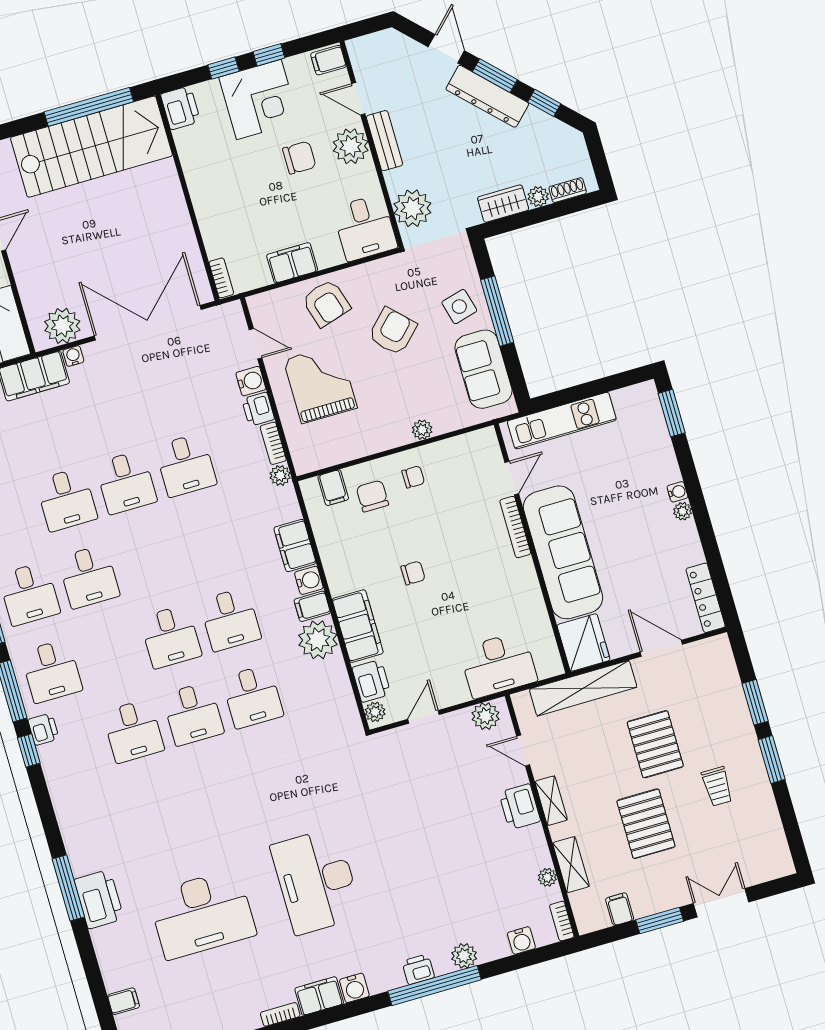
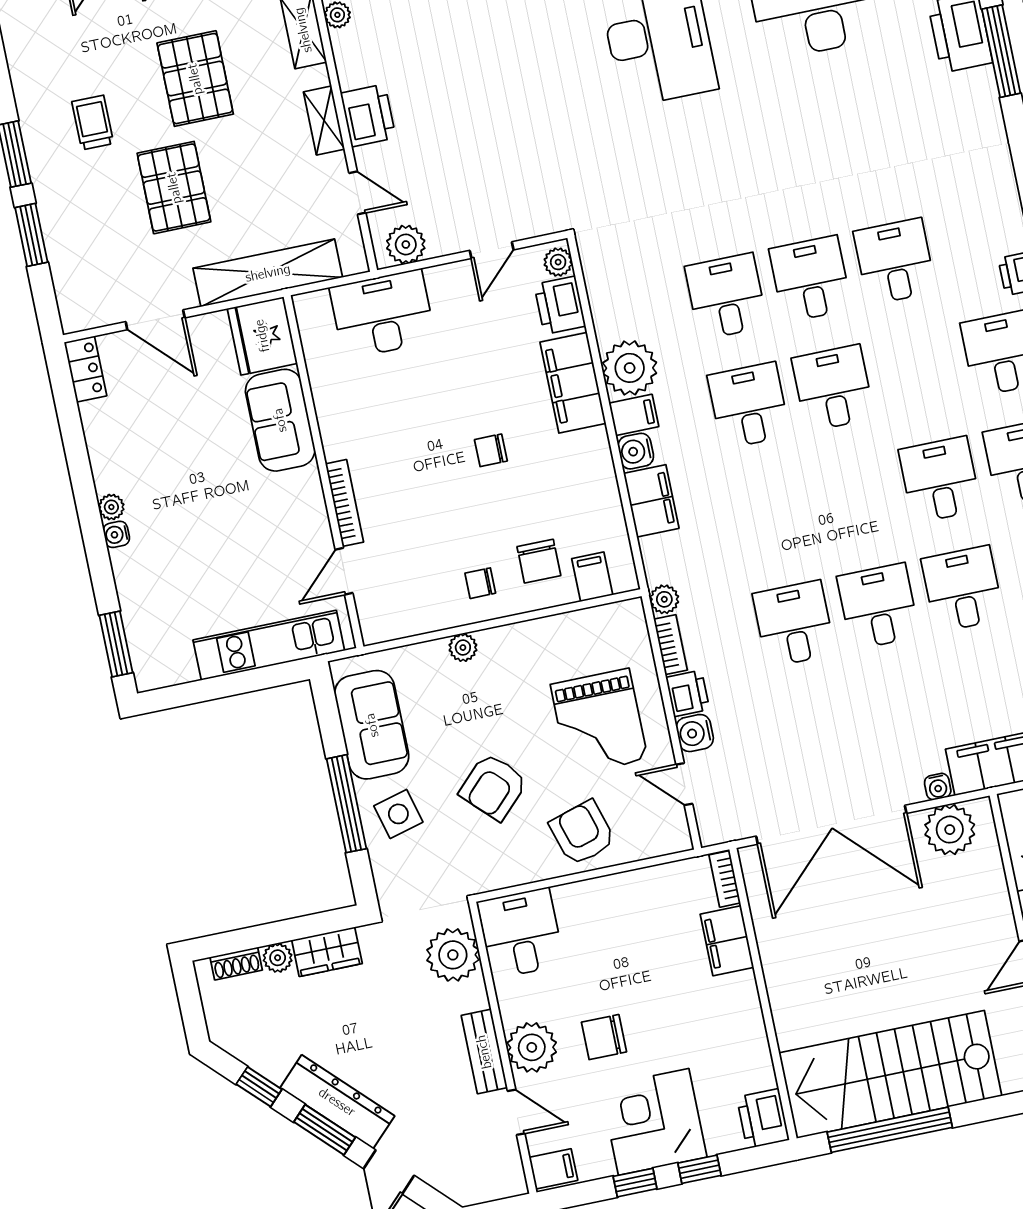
filing cabinet: (292, 263) -> (727, 941), moved, turned 90
sofa: (563, 552) -> (280, 420), width x0.54, depth x0.79
locker: (706, 598) -> (85, 369), width x0.66

